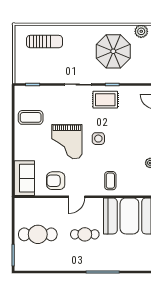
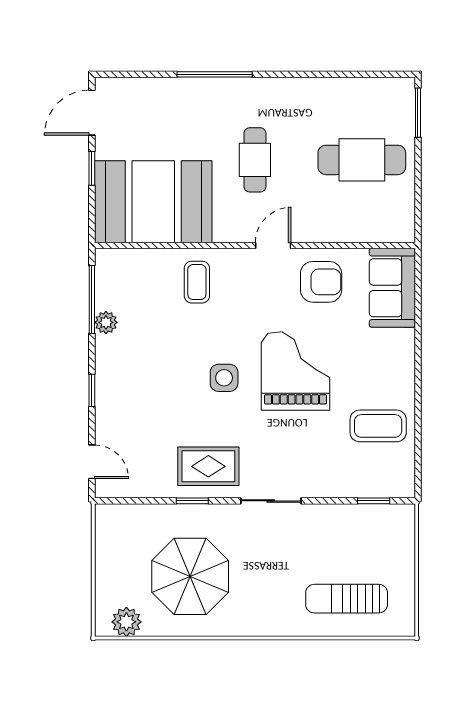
cafe table: (85, 234) -> (255, 160), turned 90

